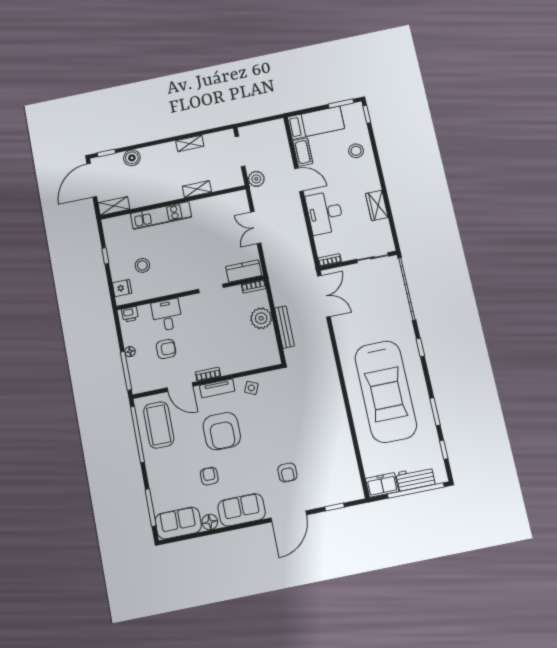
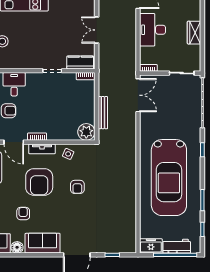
plant: (261, 318) -> (86, 132), moved
armchair: (287, 473) -> (77, 187), moved

